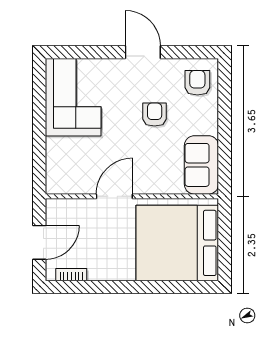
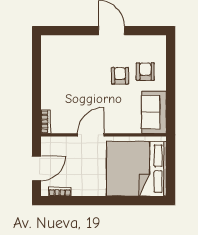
armchair: (197, 83) -> (145, 72), moved
corner sofa: (73, 97) -> (61, 63), removed
bookcase: (52, 178) -> (46, 122), added

